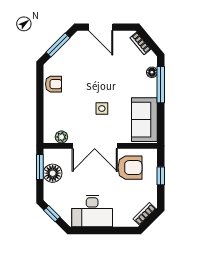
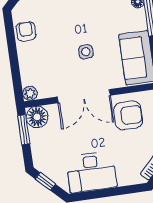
armchair: (54, 84) -> (26, 31), turned -90
plant: (61, 137) -> (30, 93), moved
floor lamp: (53, 173) -> (37, 117), moved

